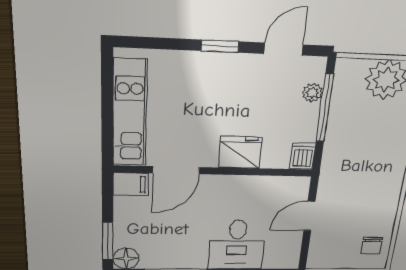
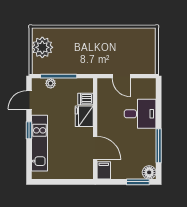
door: (284, 49) -> (29, 100), hinge flipped
kitchen unit: (130, 113) -> (40, 143), moved, turned 90
dishwasher: (303, 156) -> (86, 99), moved
chair: (372, 246) -> (140, 39), removed

